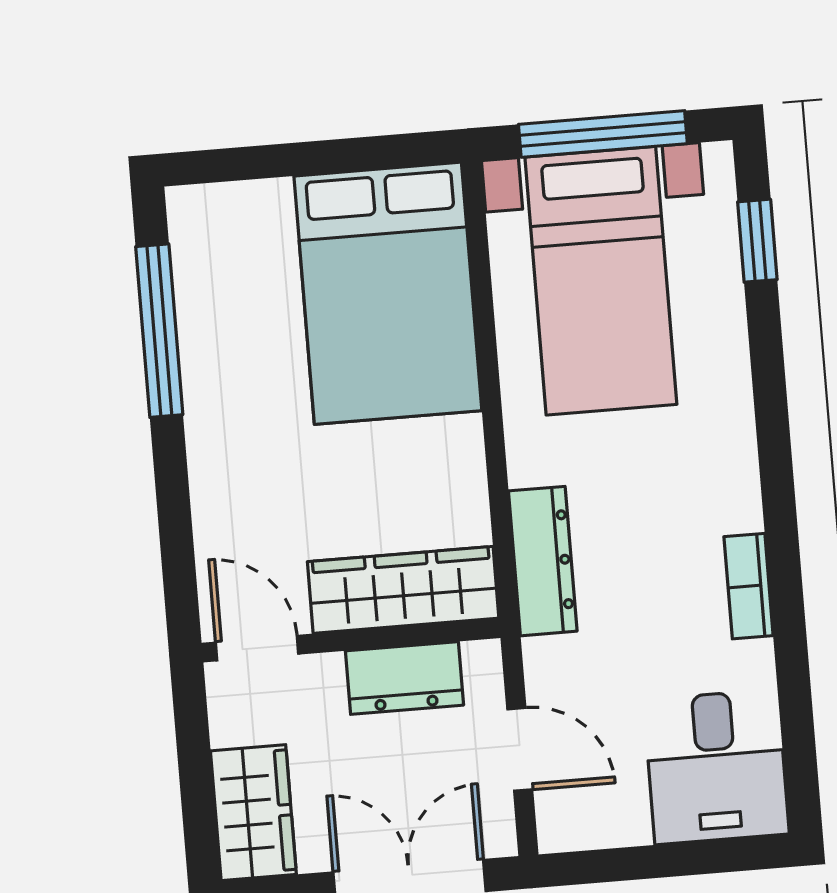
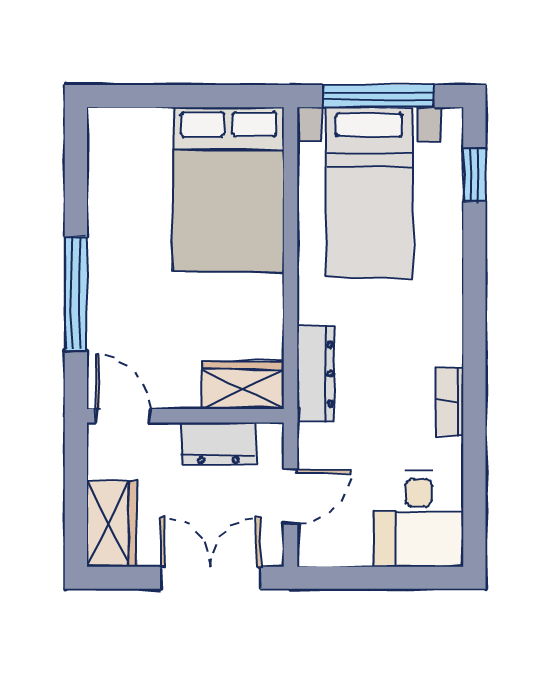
window: (159, 331) -> (76, 293), moved
wardrobe: (403, 590) -> (243, 385), width x0.67
door: (520, 749) -> (290, 497), hinge flipped

